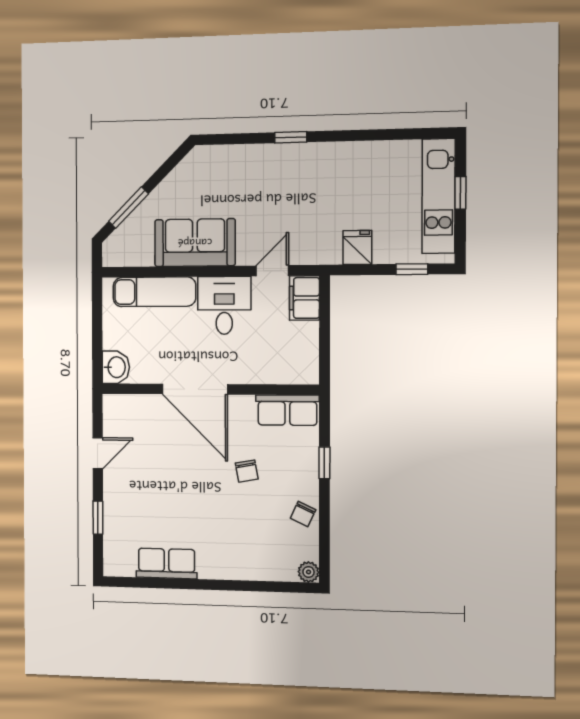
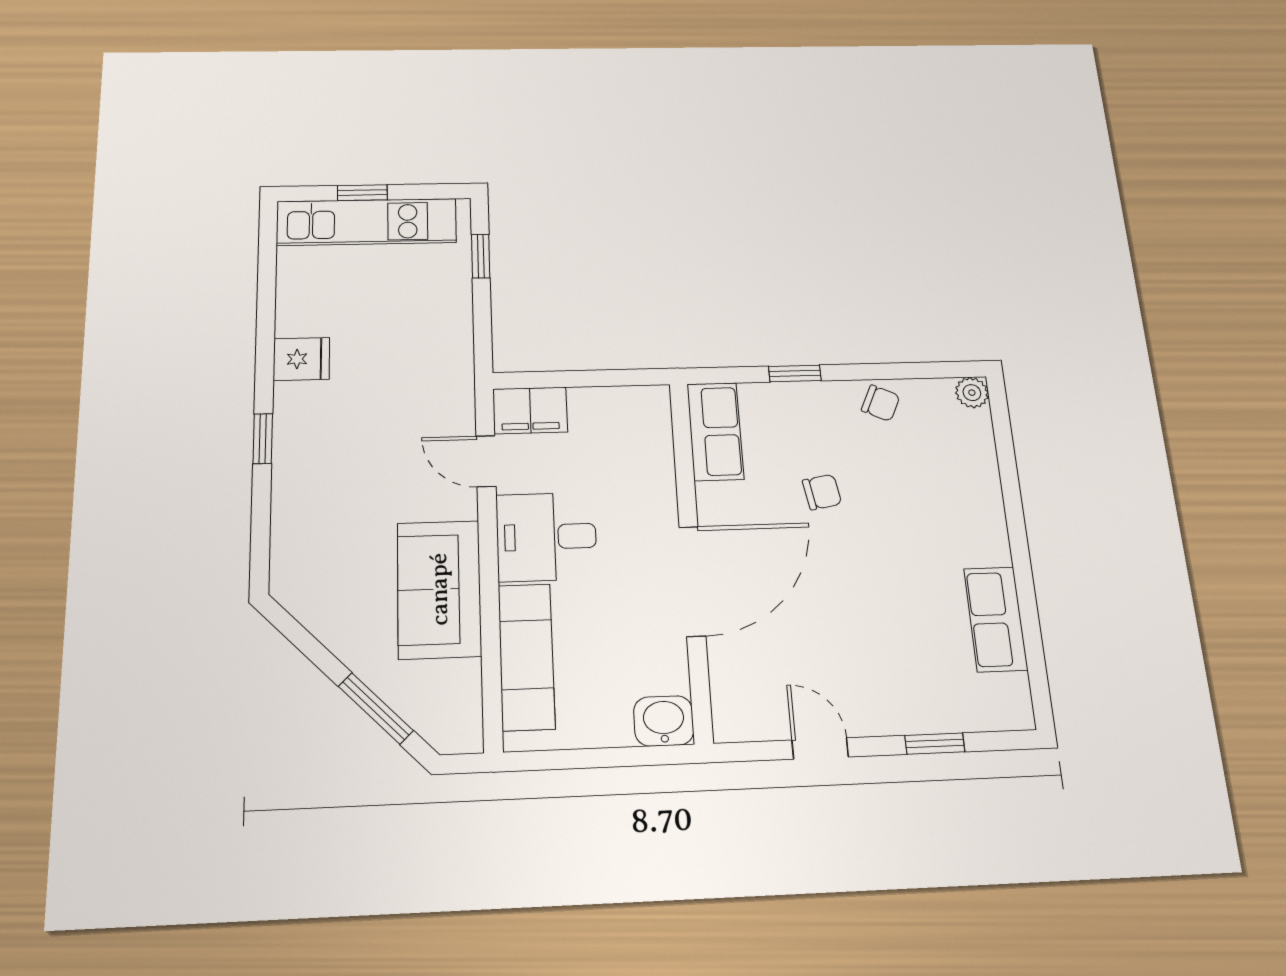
fridge: (357, 247) -> (301, 359), moved, turned 180

